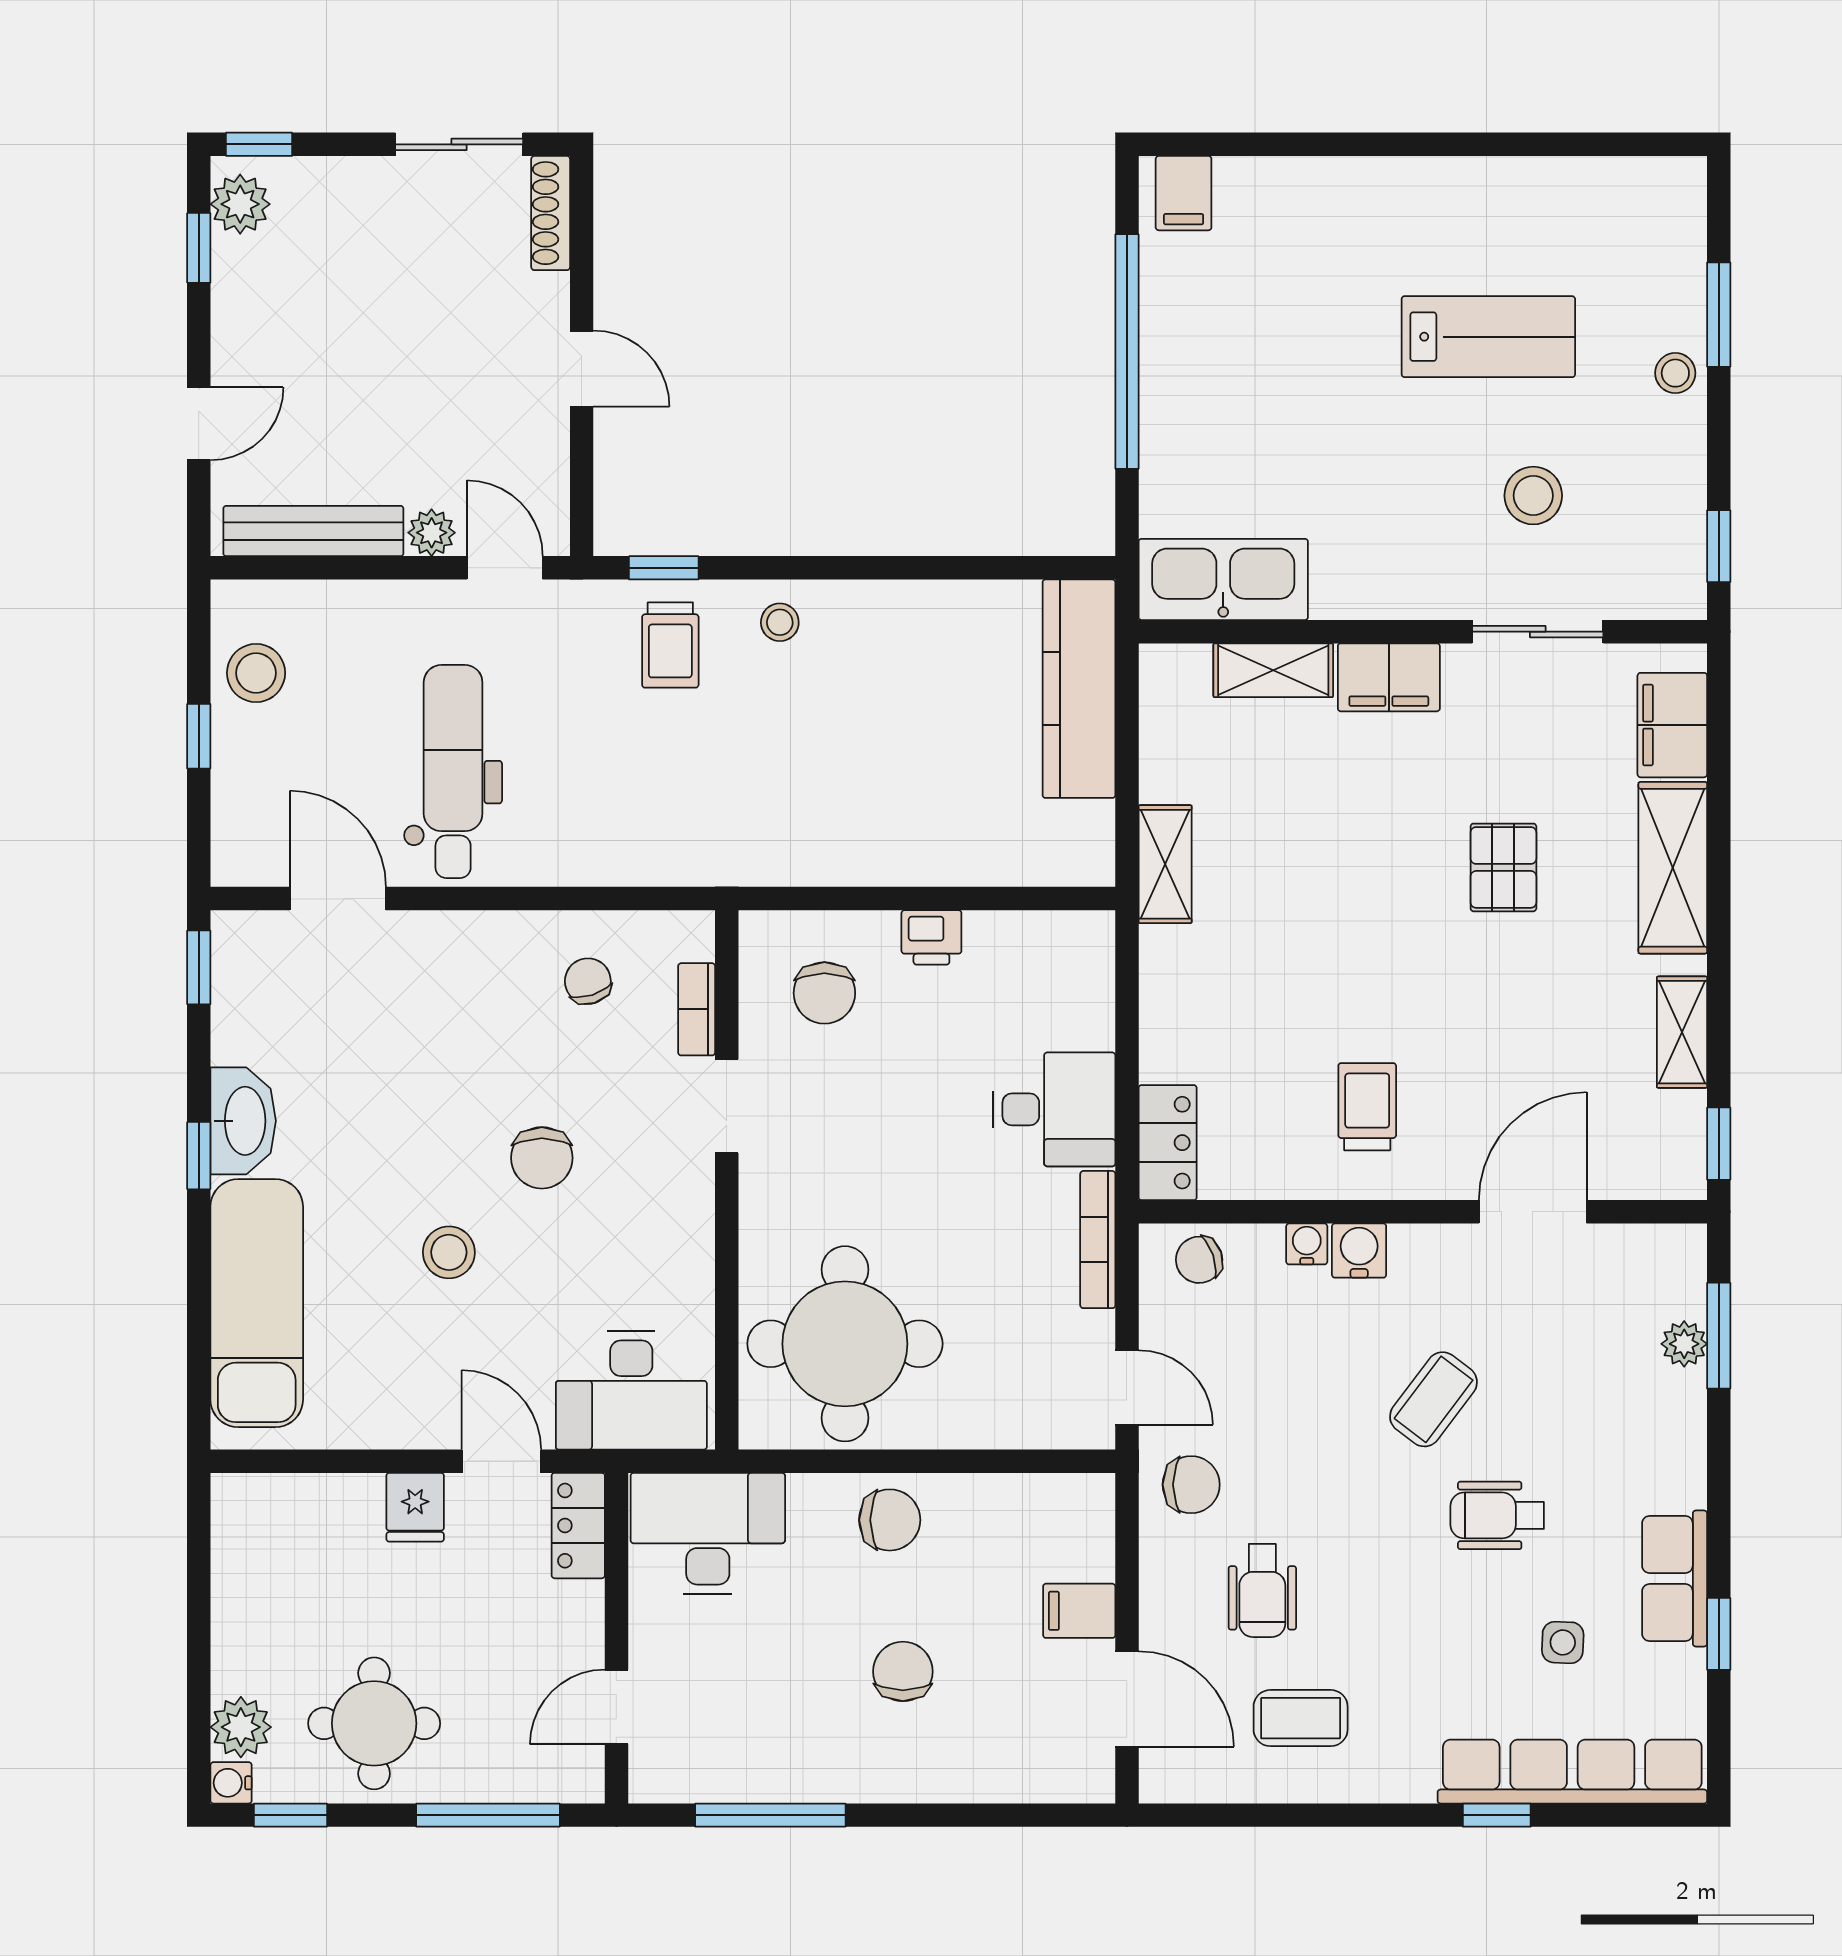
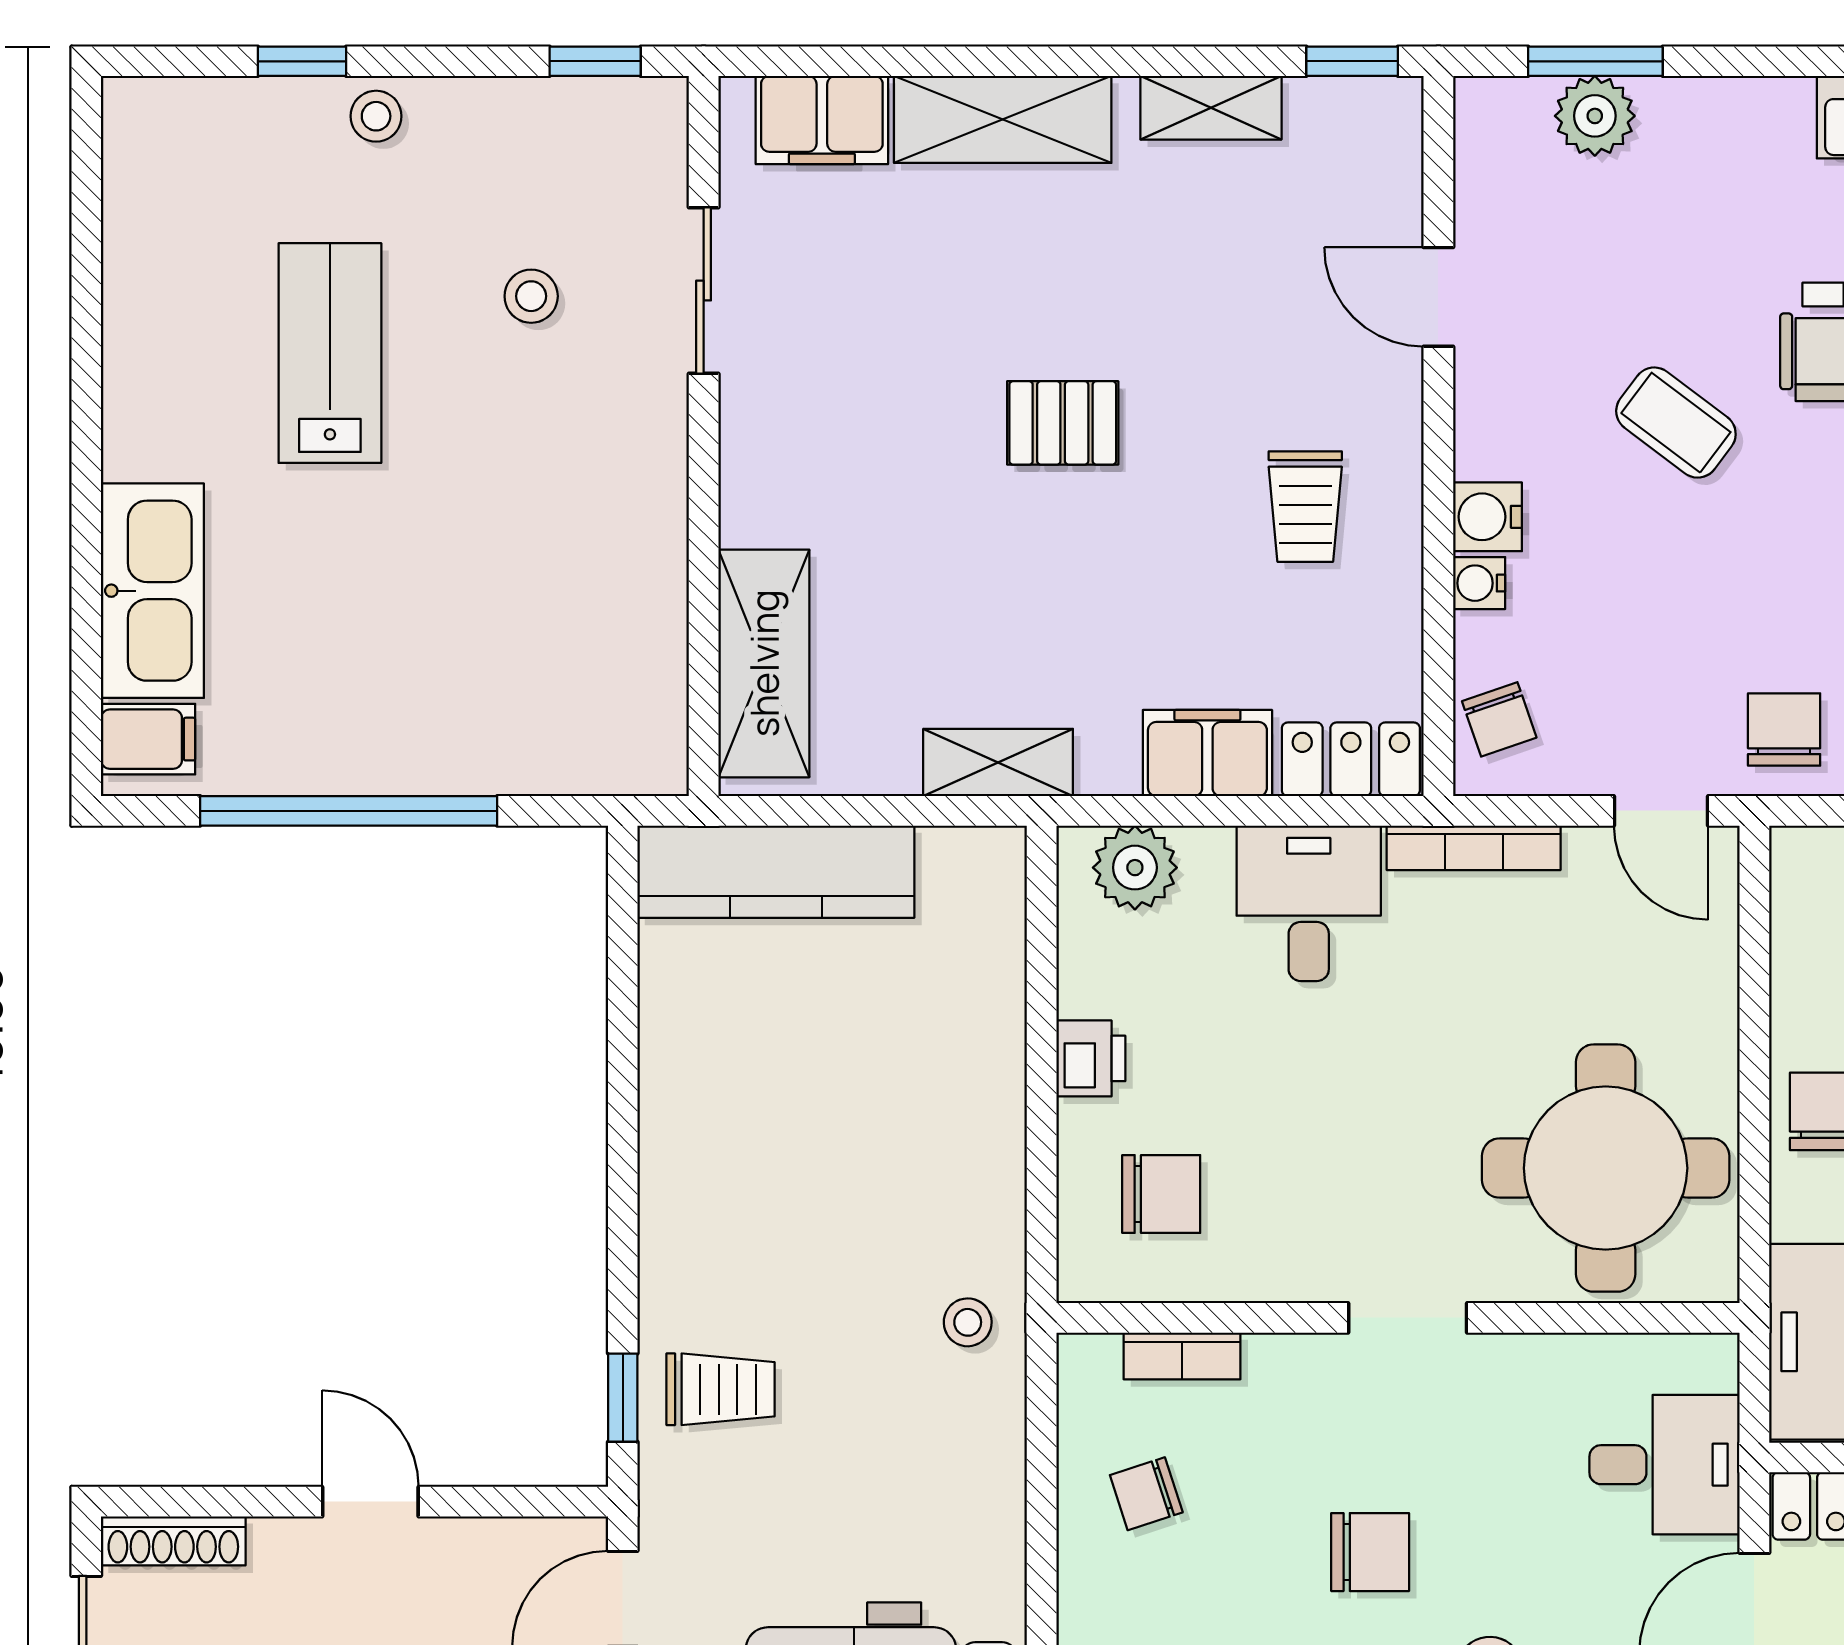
window: (1719, 315) -> (302, 61), width x0.67
door: (582, 369) -> (370, 1502), hinge flipped
stool: (1533, 496) -> (531, 296), width x0.73, depth x0.73
kitchen sink: (1223, 579) -> (152, 591), moved, turned 180
stool: (780, 622) -> (968, 1322), moved
shelving: (1273, 670) -> (764, 663), width x1.50, depth x1.33
filing cabinet: (1389, 677) -> (1207, 753), moved, turned -90
pallet: (1503, 867) -> (1063, 423), moved
plant: (1082, 972) -> (1135, 868), added
doorway: (727, 1106) -> (1408, 1318), moved
trolley: (1367, 1107) -> (1305, 507), turned -90
door: (1533, 1212) -> (1438, 297), width x0.73
plant: (1684, 1344) -> (1595, 116), width x1.38, depth x1.38
door: (1127, 1387) -> (1661, 811), swing flipped
desk: (631, 1390) -> (1665, 1465), width x0.73

